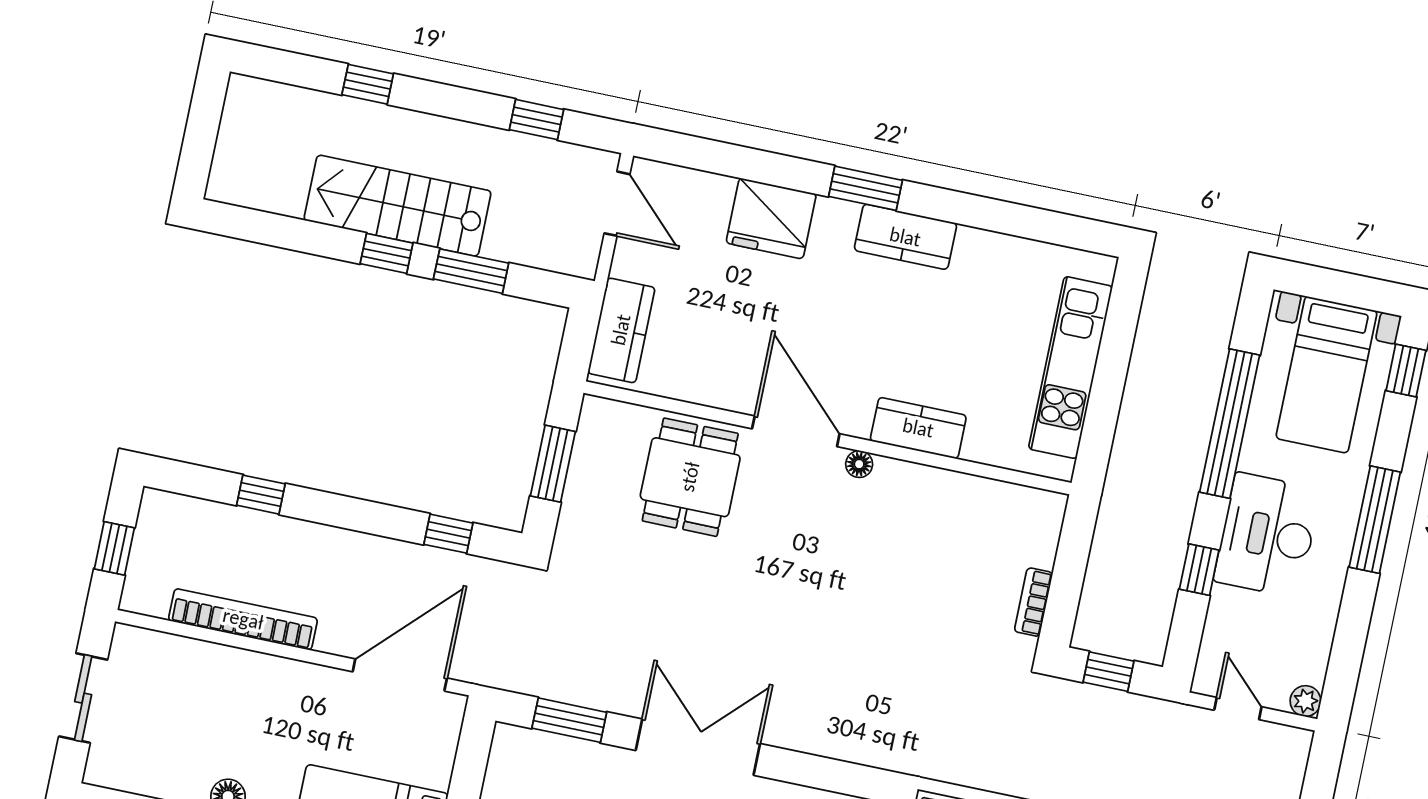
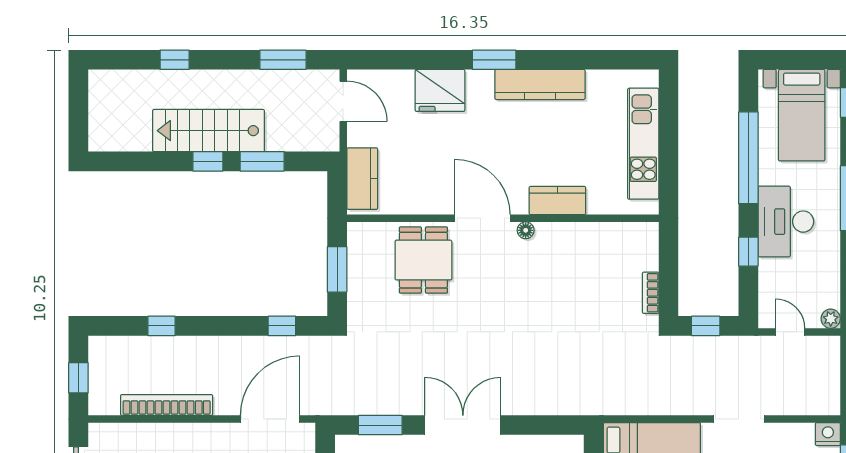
window: (537, 120) -> (283, 60), width x1.50
kitchen counter: (905, 237) -> (540, 85), width x1.50

